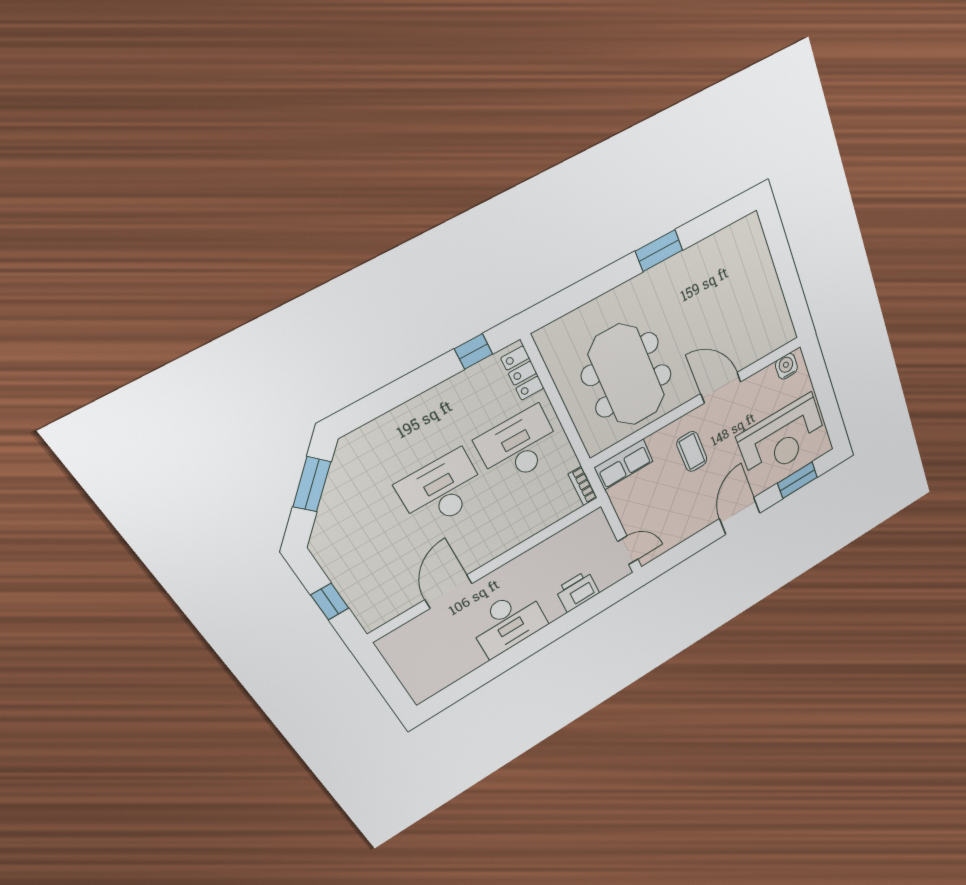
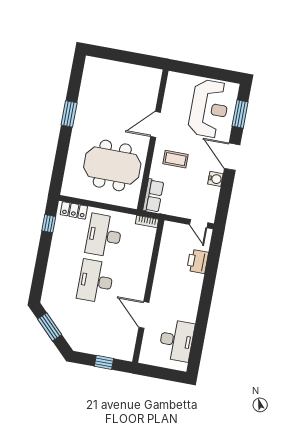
water cooler: (786, 366) -> (215, 179), moved, turned 180
door: (628, 550) -> (199, 224), swing flipped
desk: (508, 622) -> (176, 340), moved

